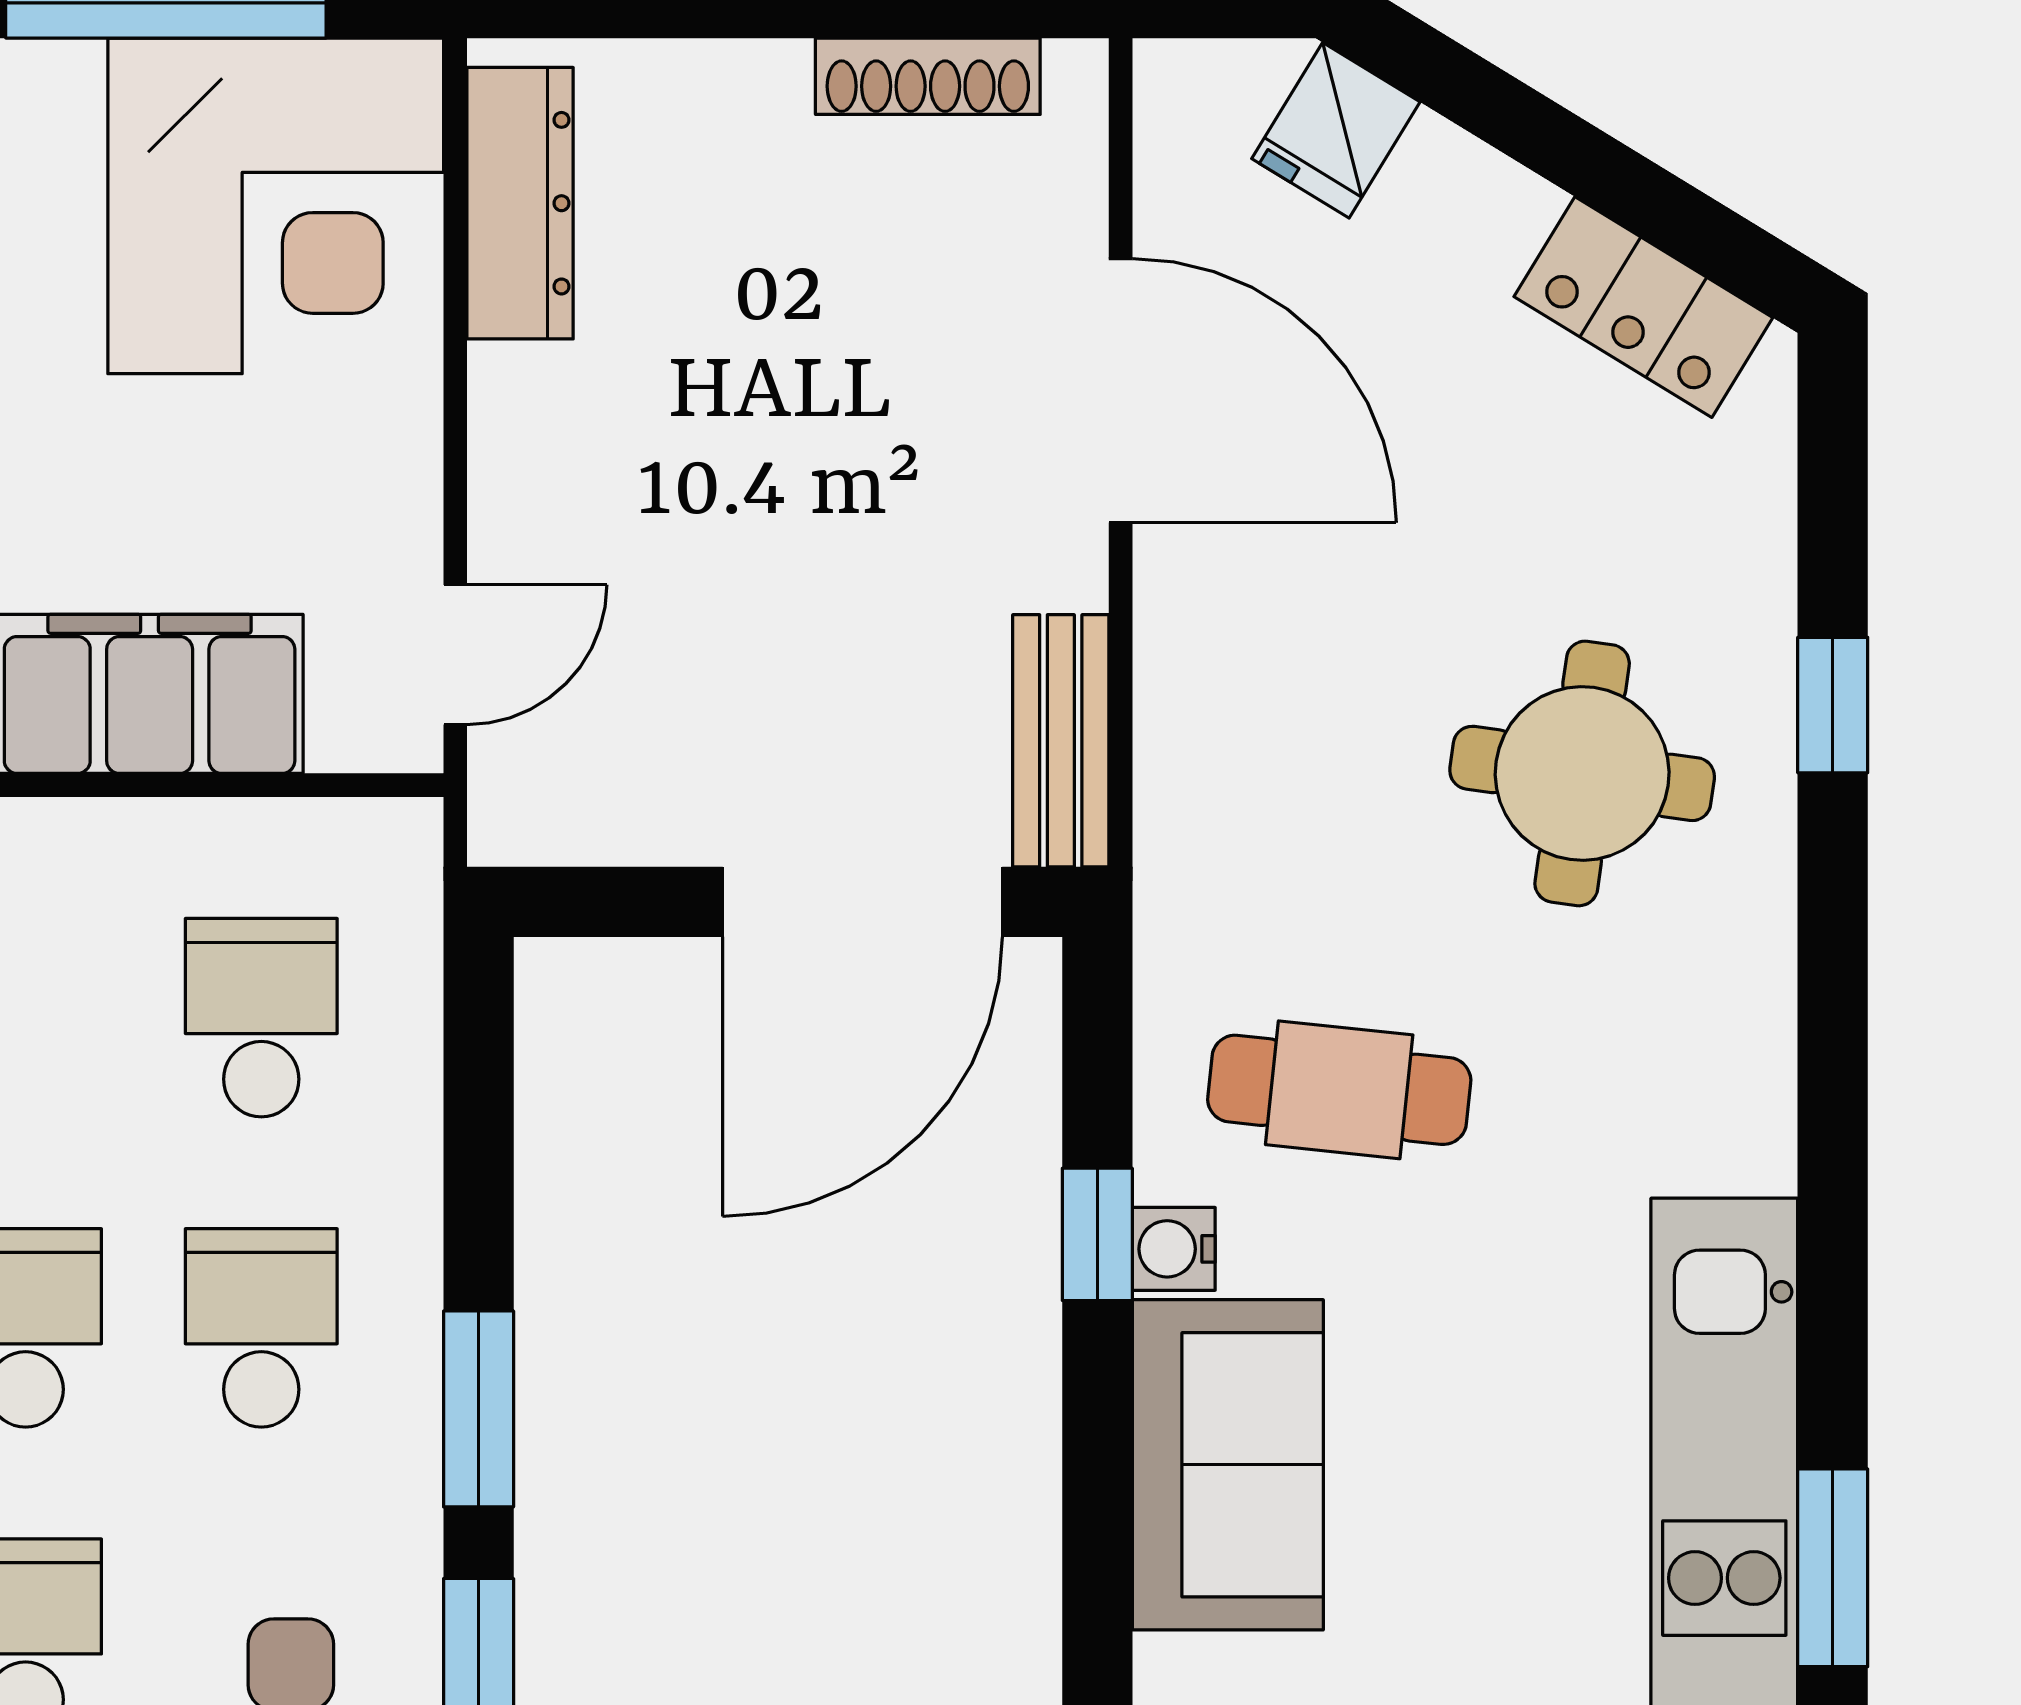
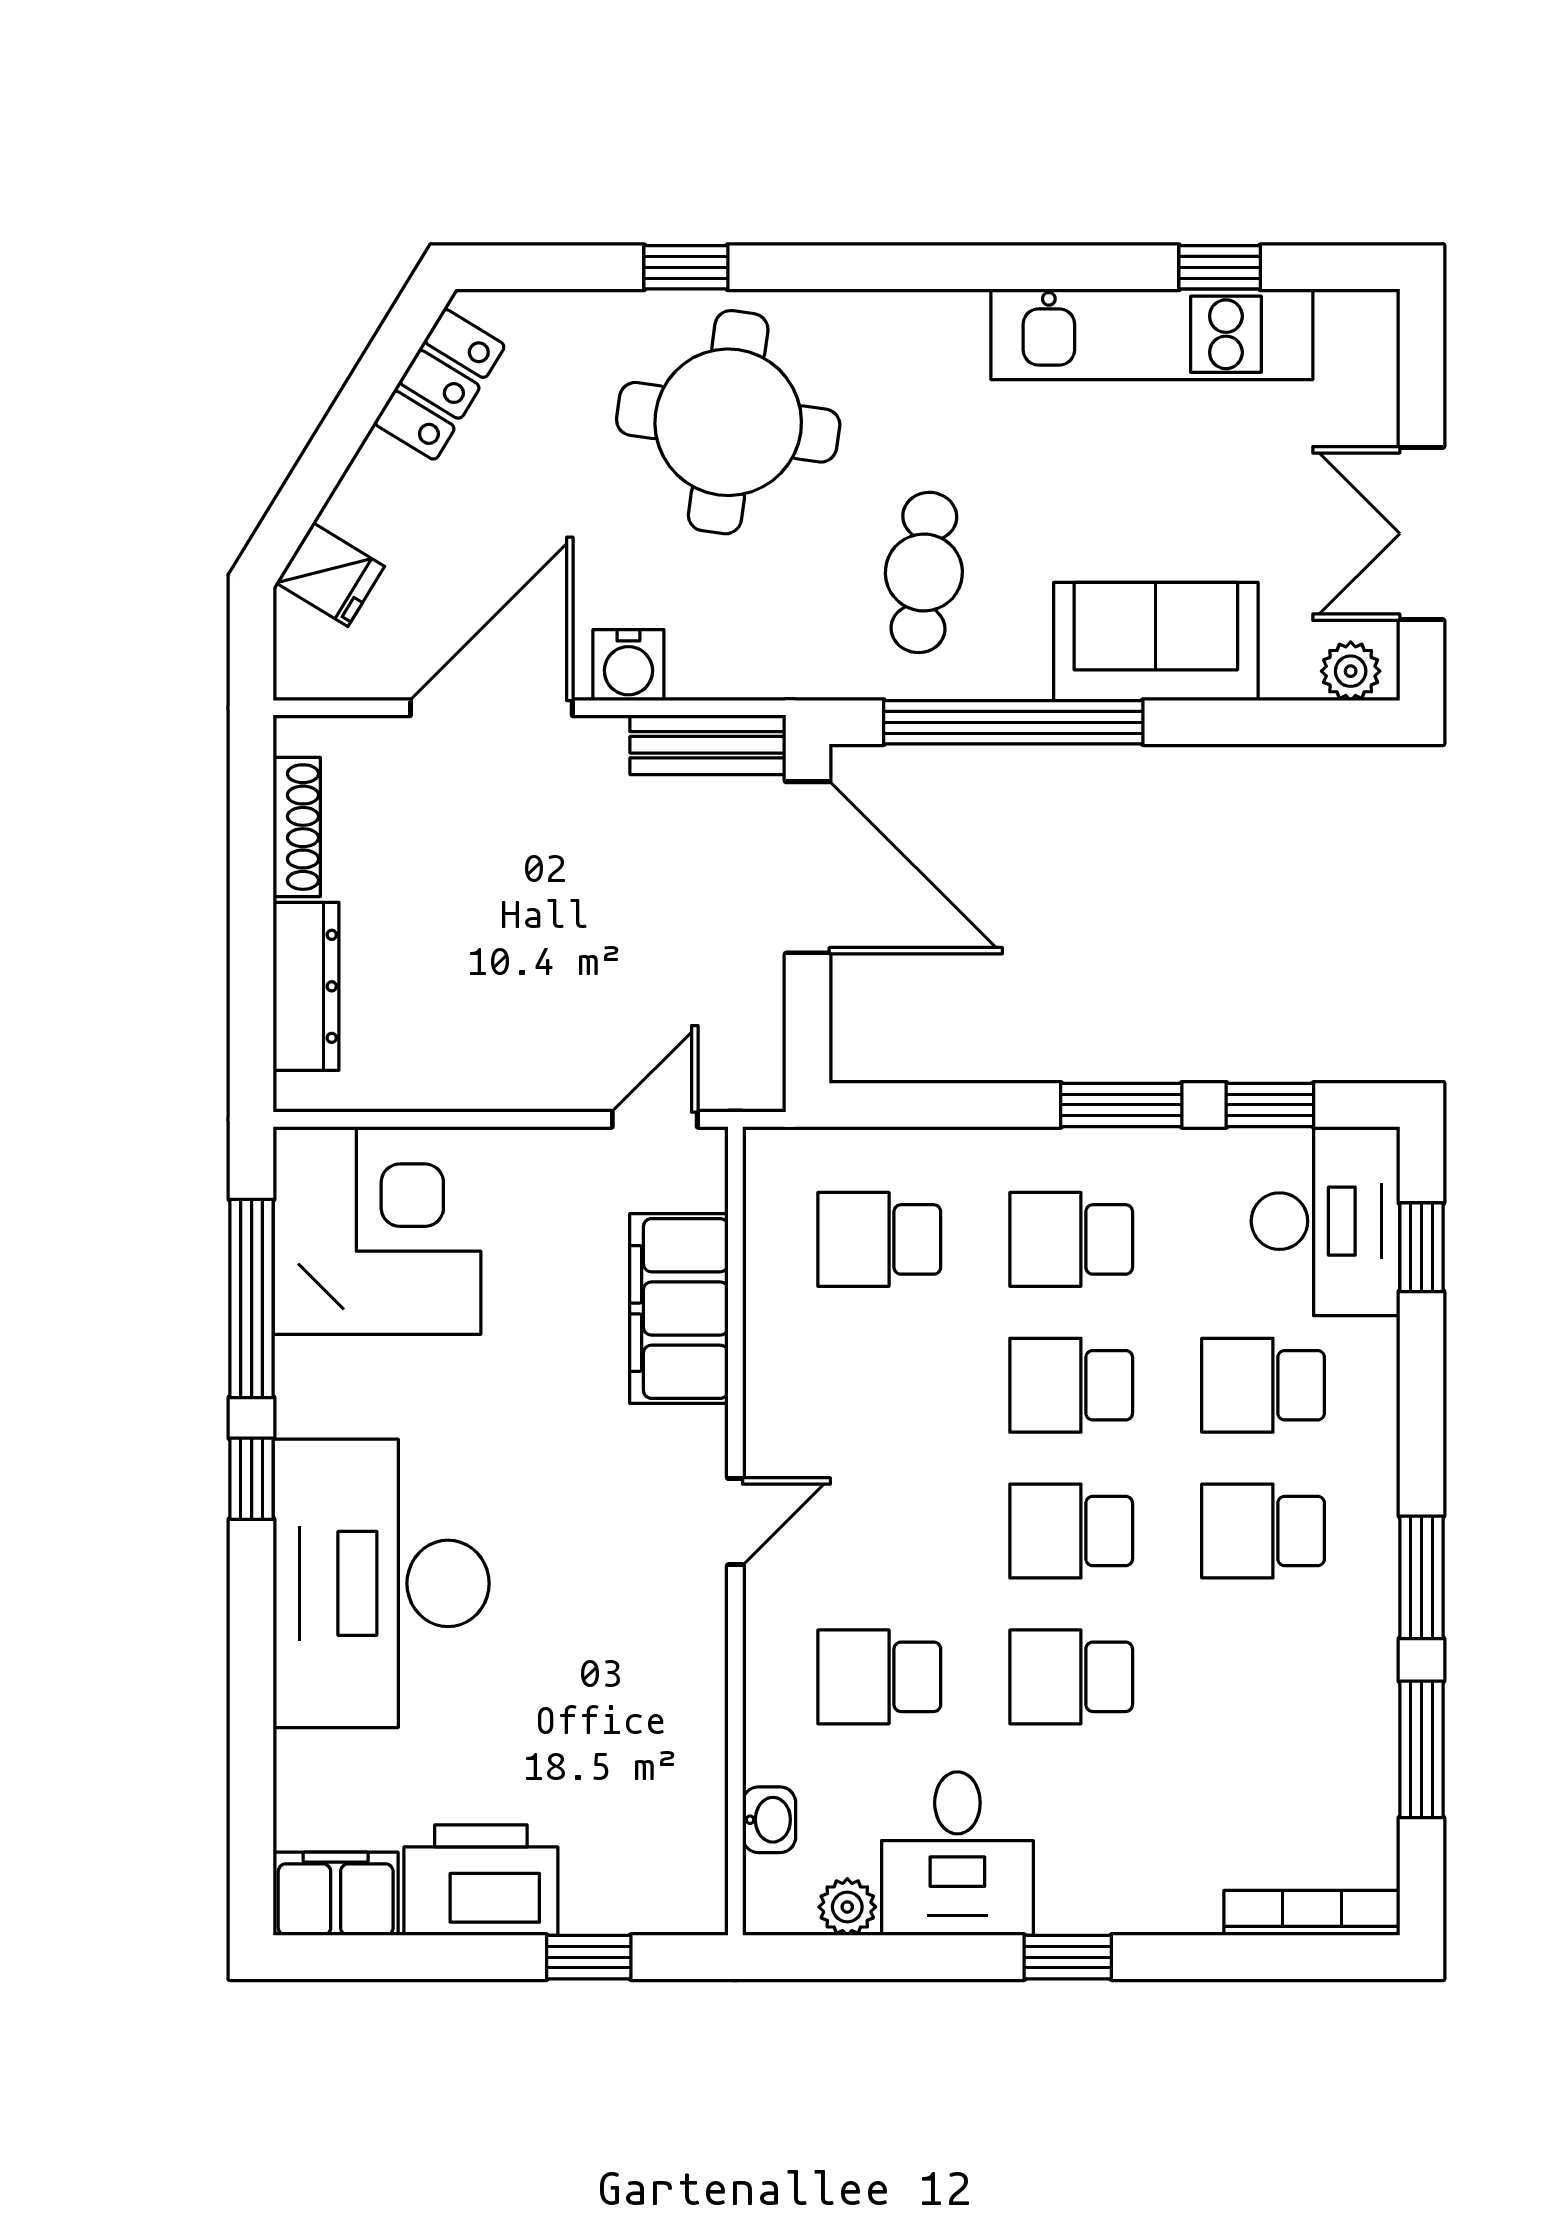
dresser: (520, 203) -> (306, 986), moved, turned 90
door: (455, 655) -> (655, 1119), hinge flipped
round table: (1582, 773) -> (728, 422), width x1.36, depth x1.36
window: (1097, 1234) -> (1013, 722), width x3.17
water cooler: (1174, 1249) -> (628, 665), moved, width x1.38, depth x1.38
window: (1833, 1568) -> (1220, 267), width x0.67

